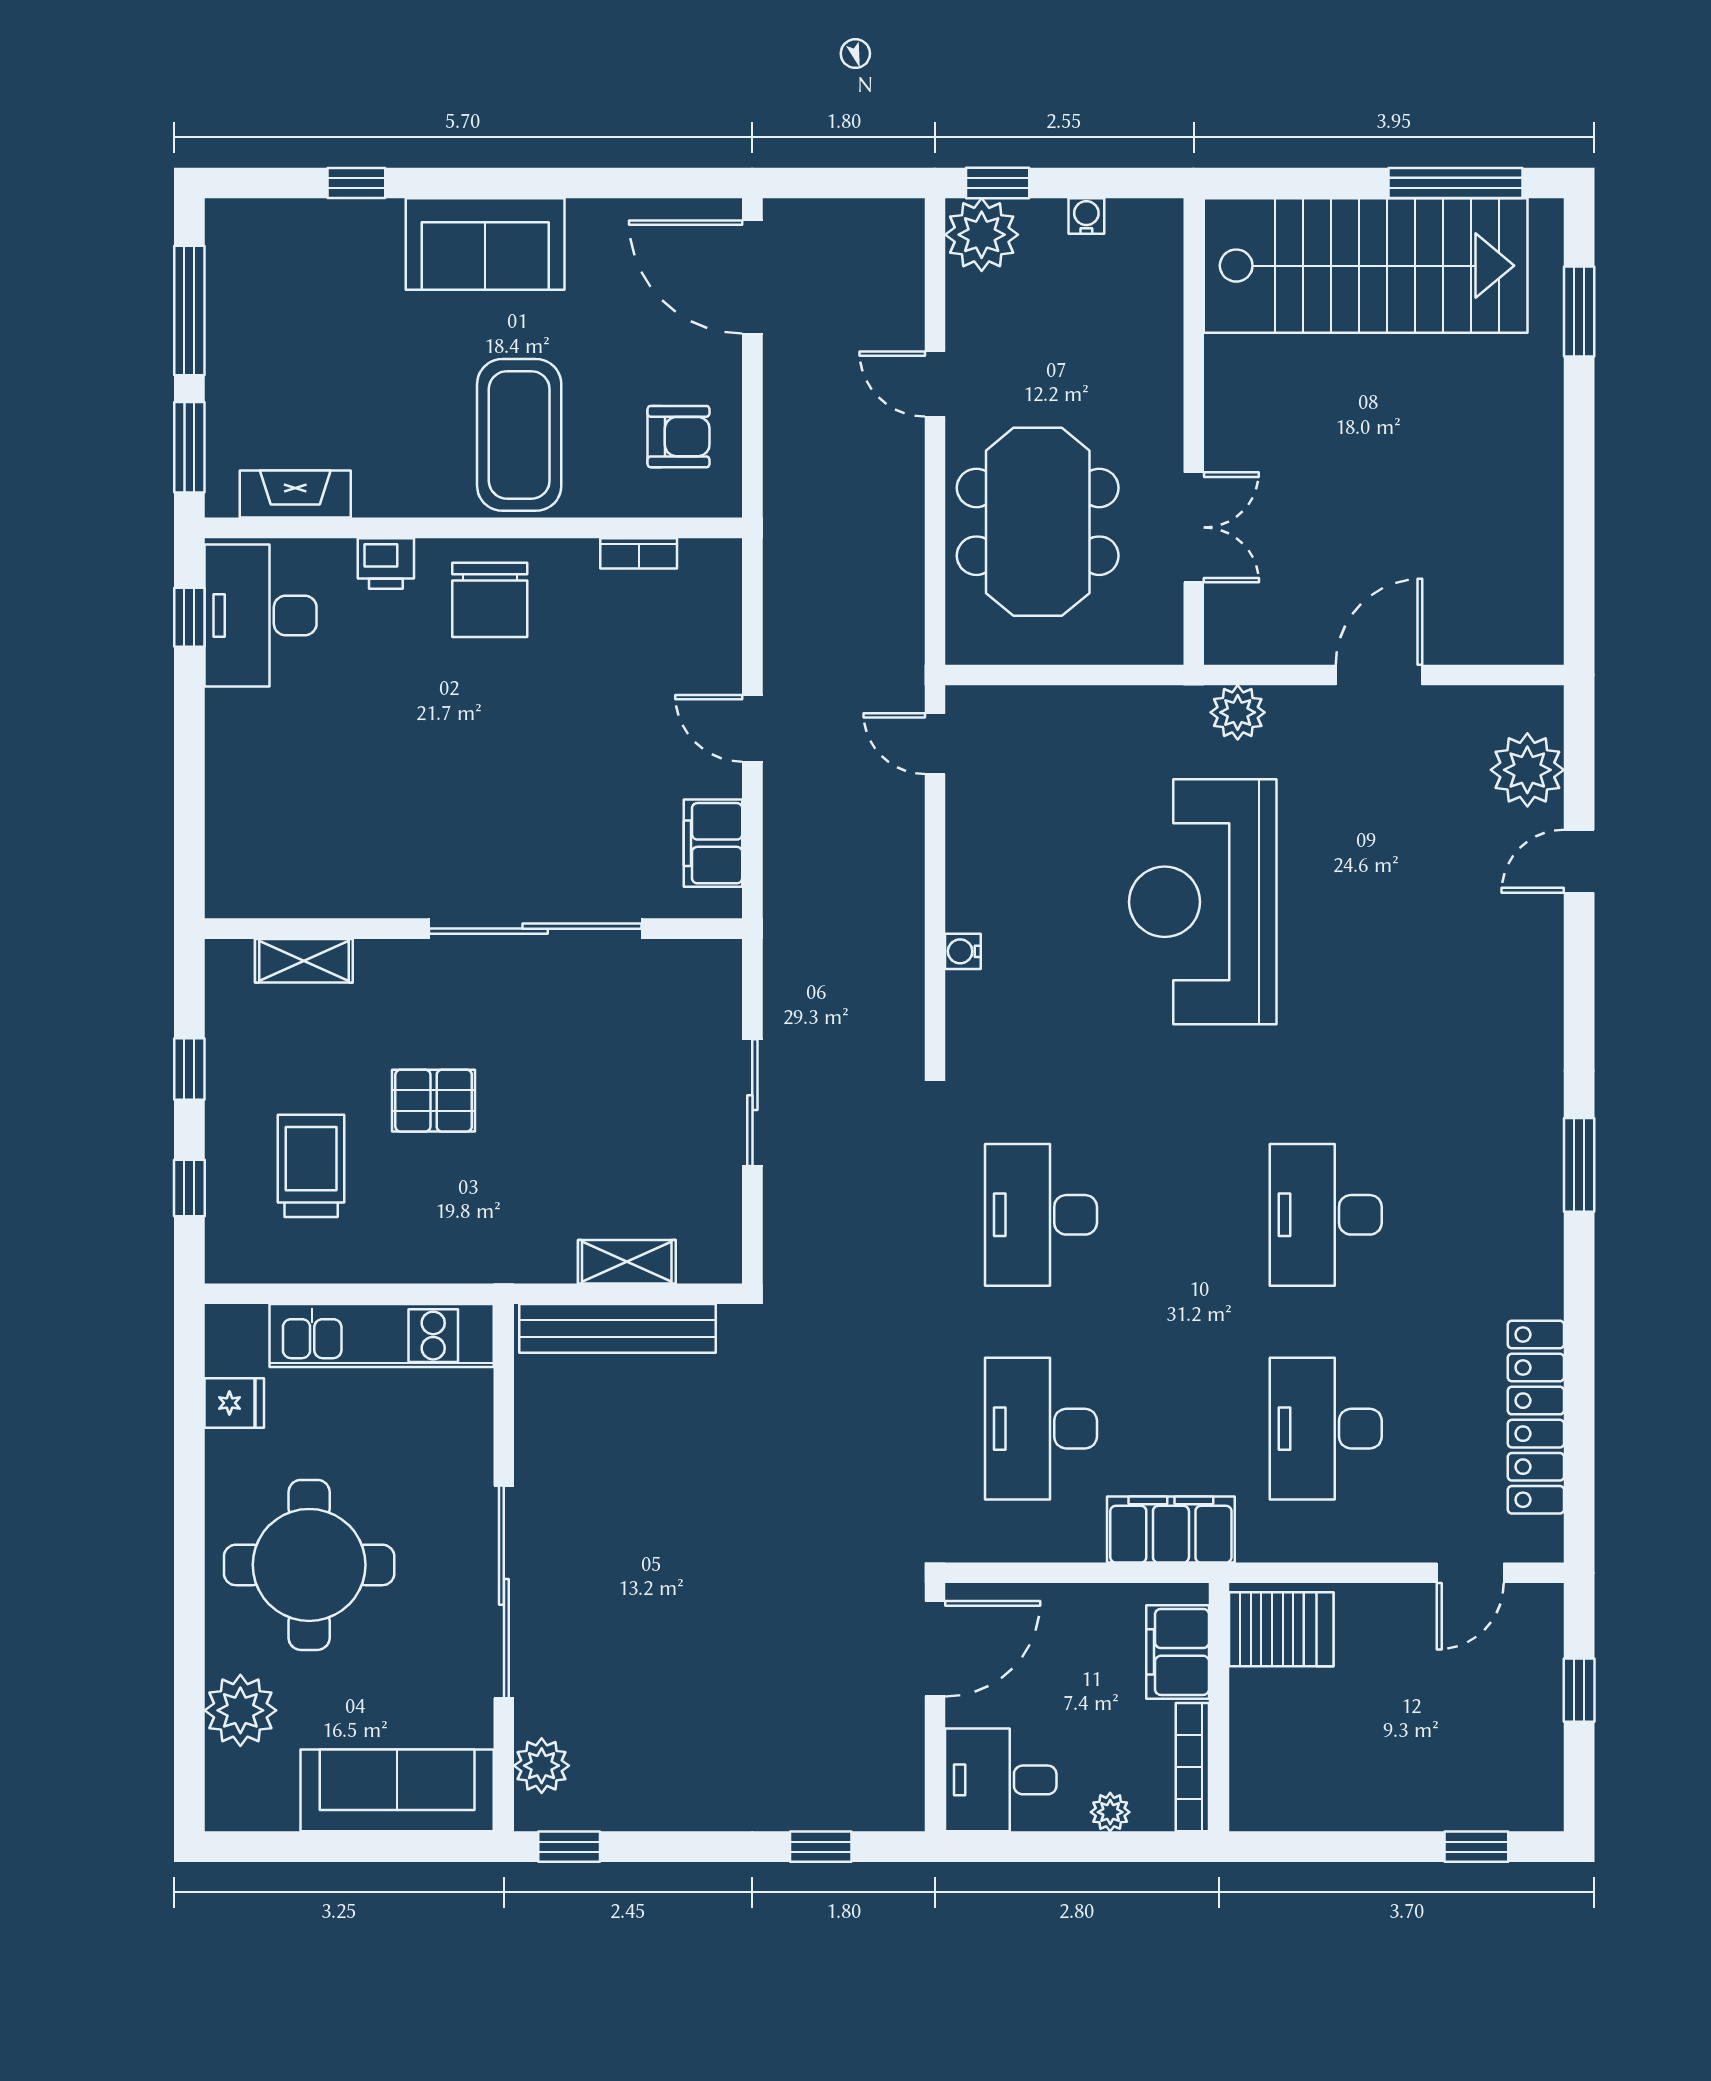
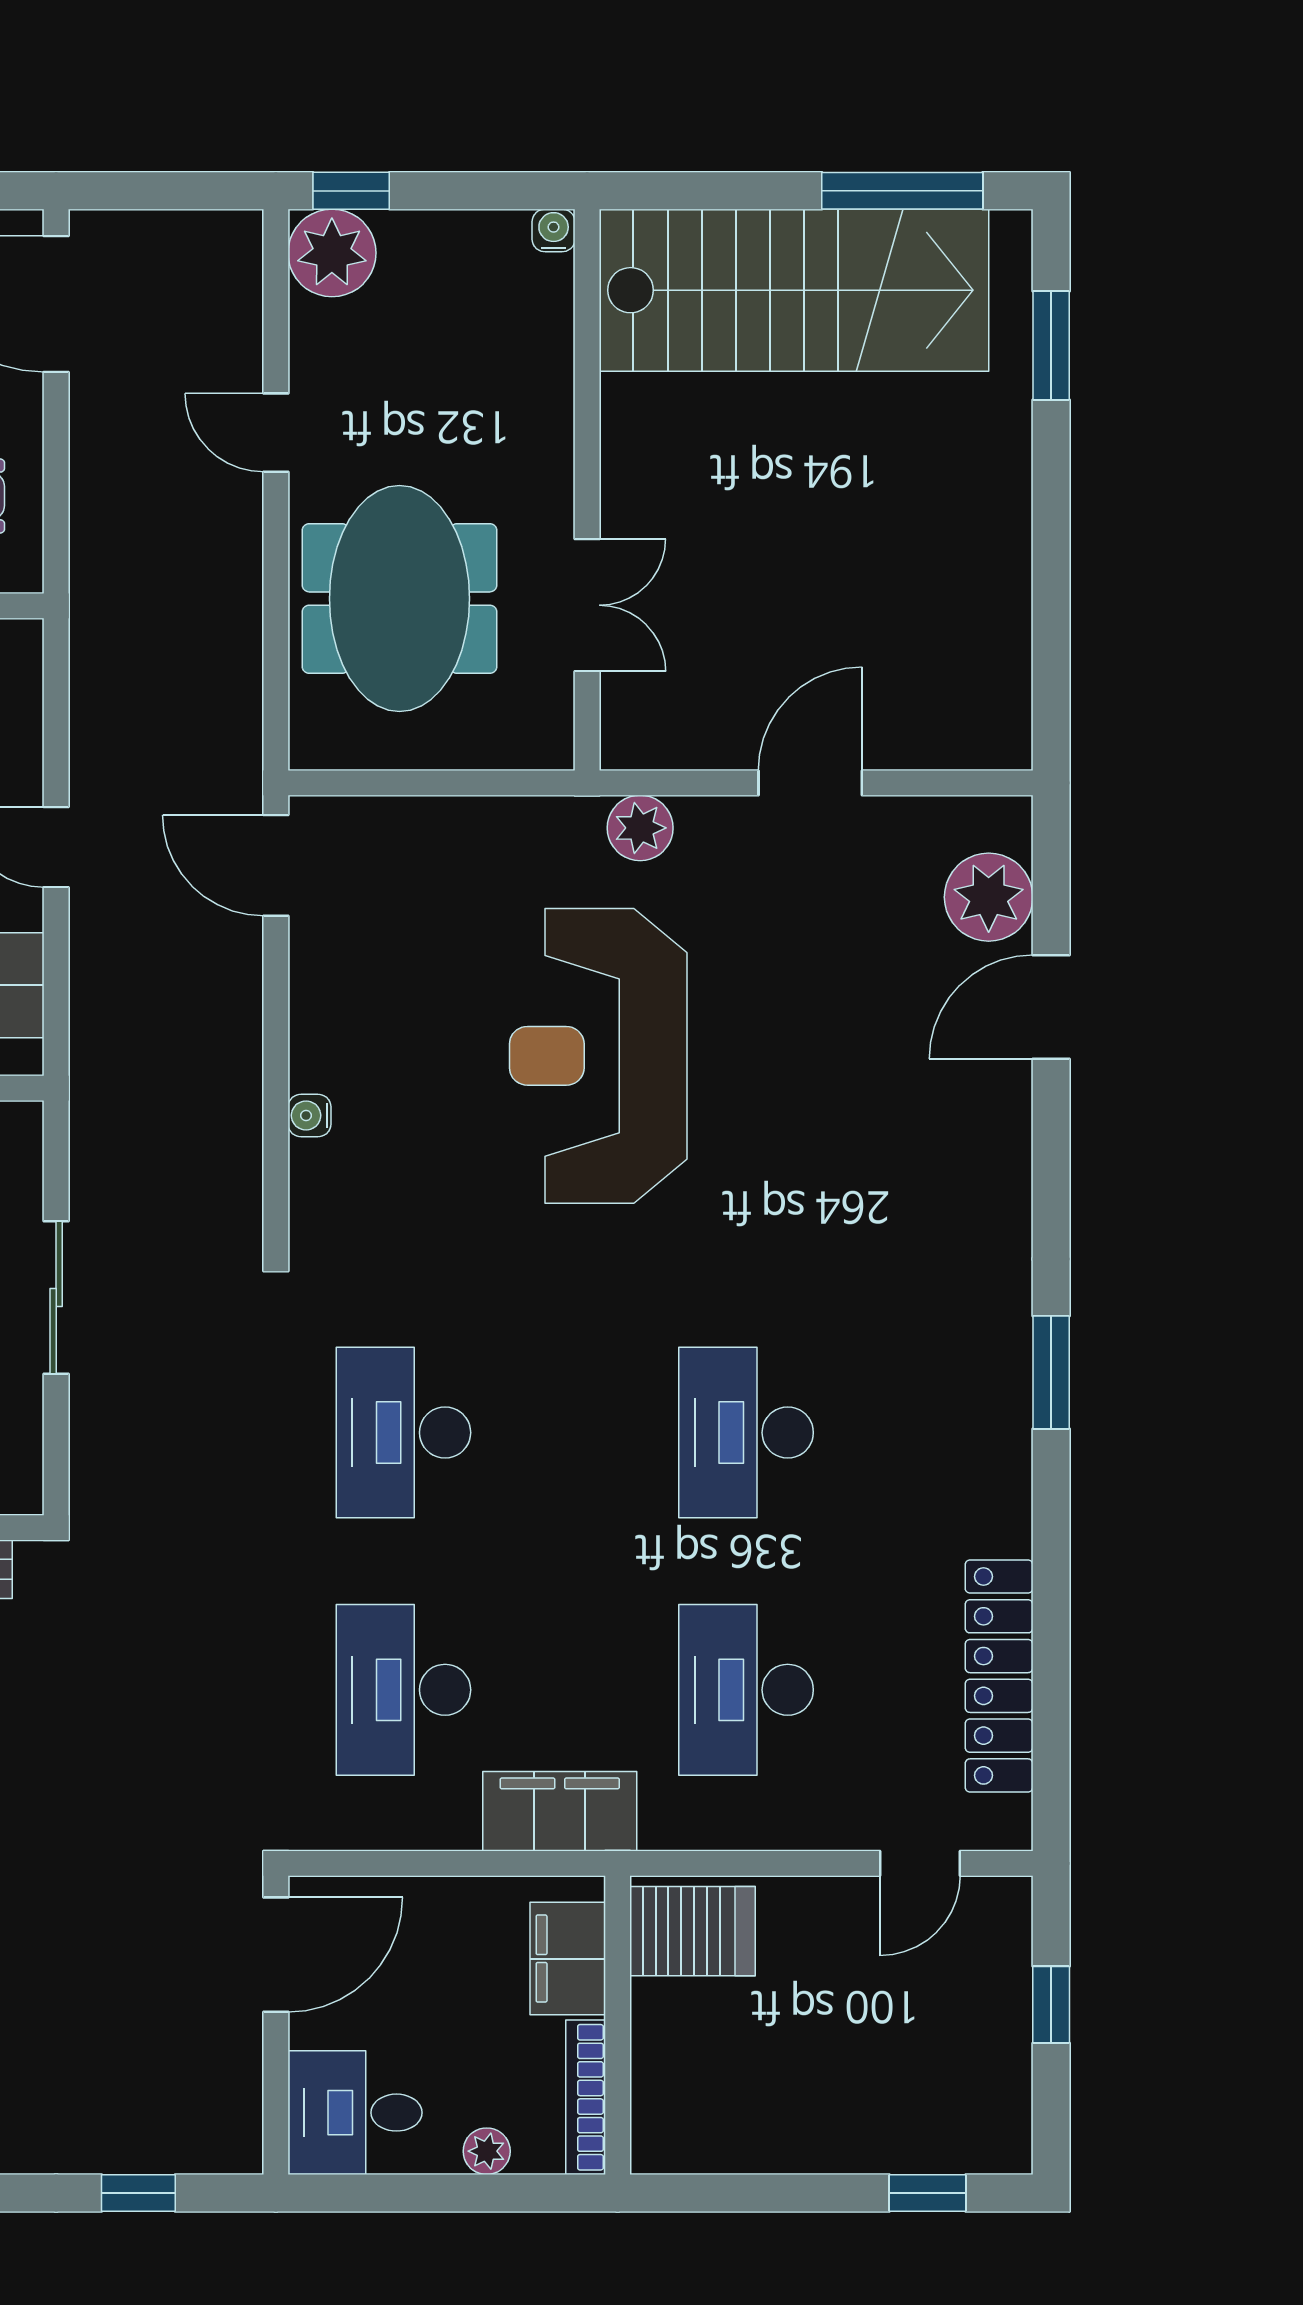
water cooler: (1086, 216) -> (554, 230), moved
door: (935, 744) -> (276, 865), width x1.38
door: (1579, 861) -> (1051, 1007), width x1.38

